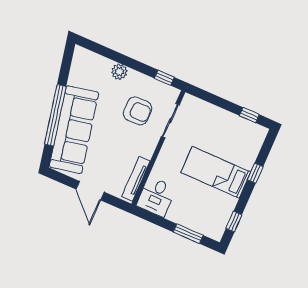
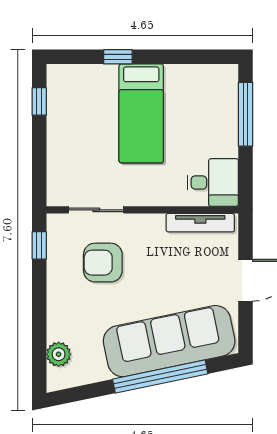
plant: (119, 72) -> (59, 354), moved
armchair: (138, 111) -> (103, 263), turned -90
window: (234, 222) -> (200, 57), removed
window: (188, 234) -> (246, 114), width x1.44

